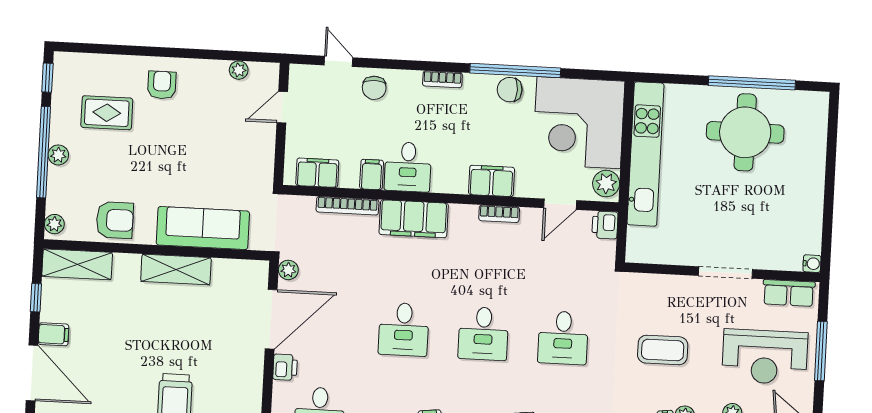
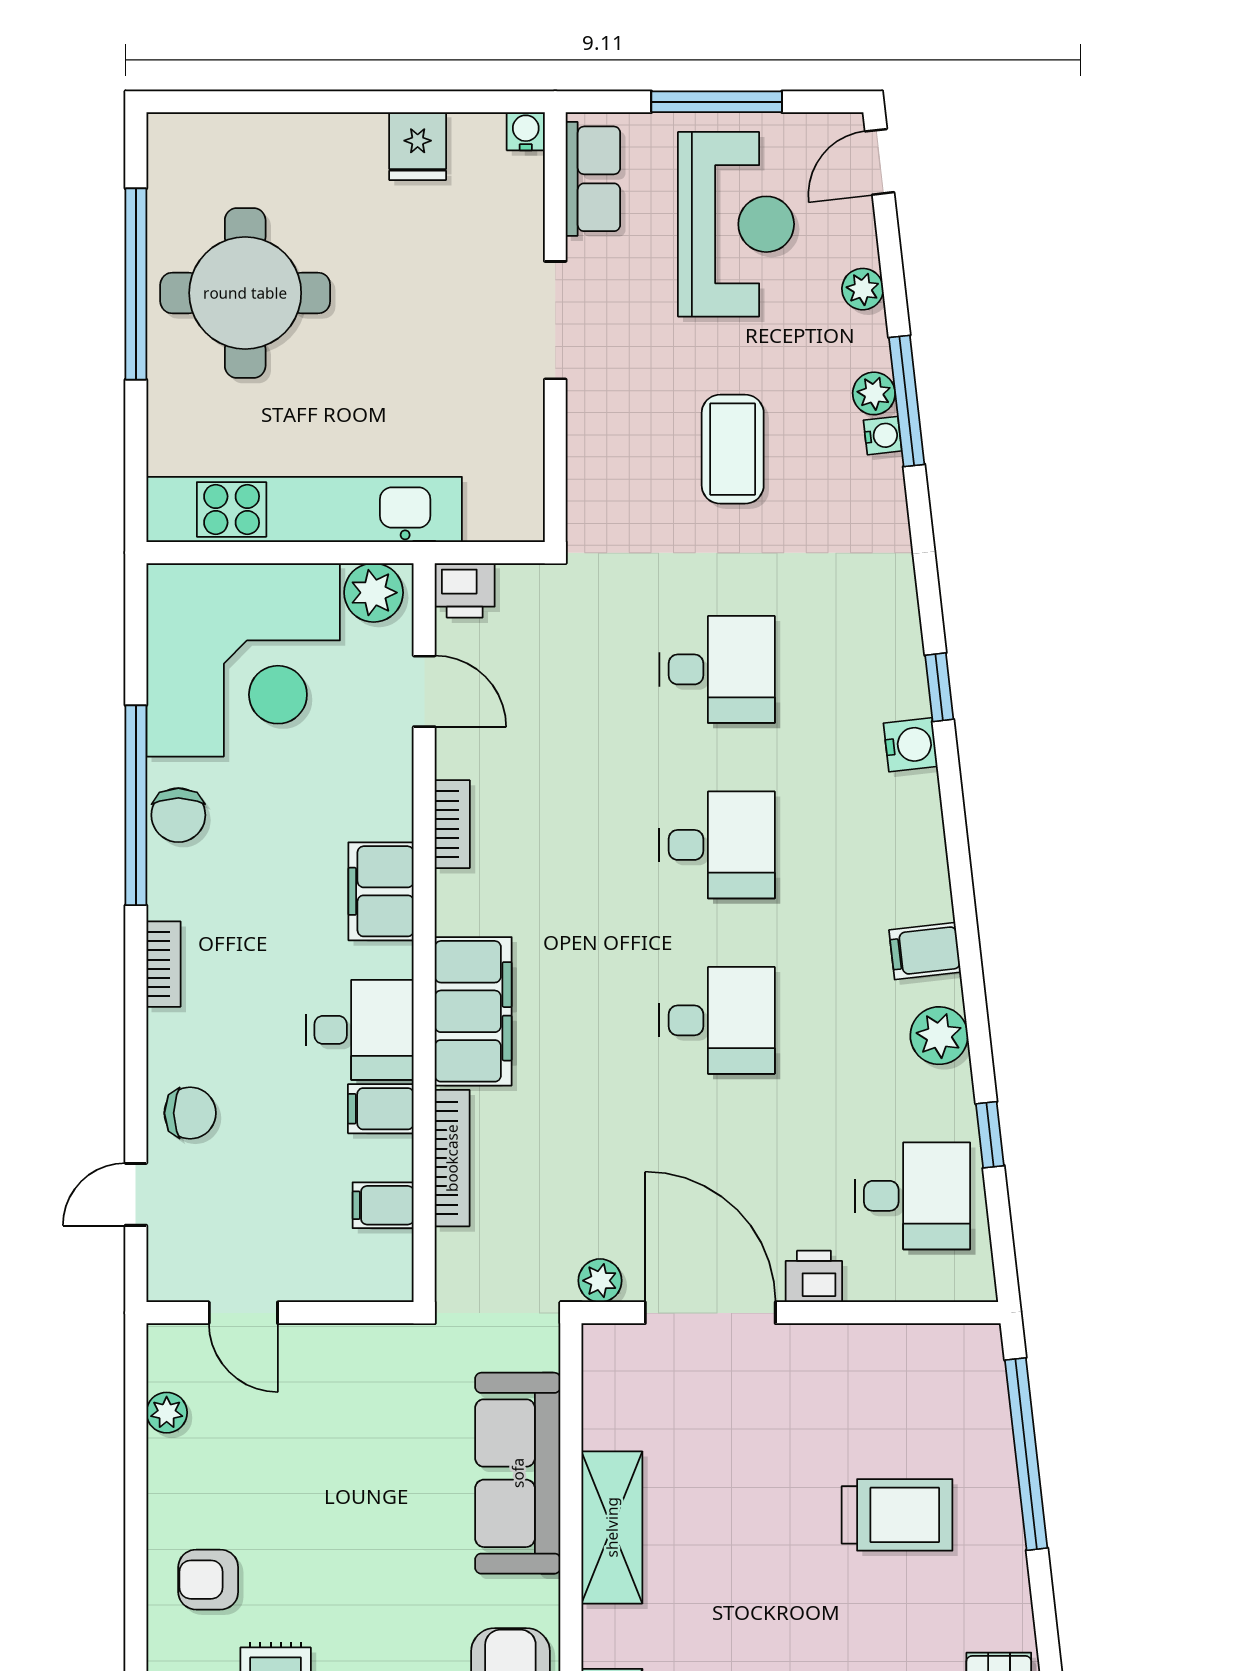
filing cabinet: (317, 173) -> (383, 1205), width x0.50
filing cabinet: (491, 181) -> (381, 891), moved
fridge: (808, 214) -> (418, 146), added

